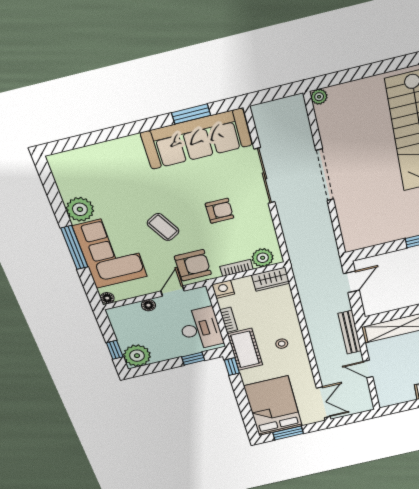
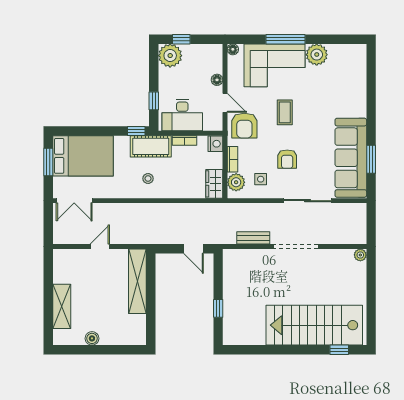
coffee table: (163, 227) -> (285, 112), turned -60
side table: (252, 233) -> (261, 179), added
bench: (350, 332) -> (253, 238), moved, width x0.73

